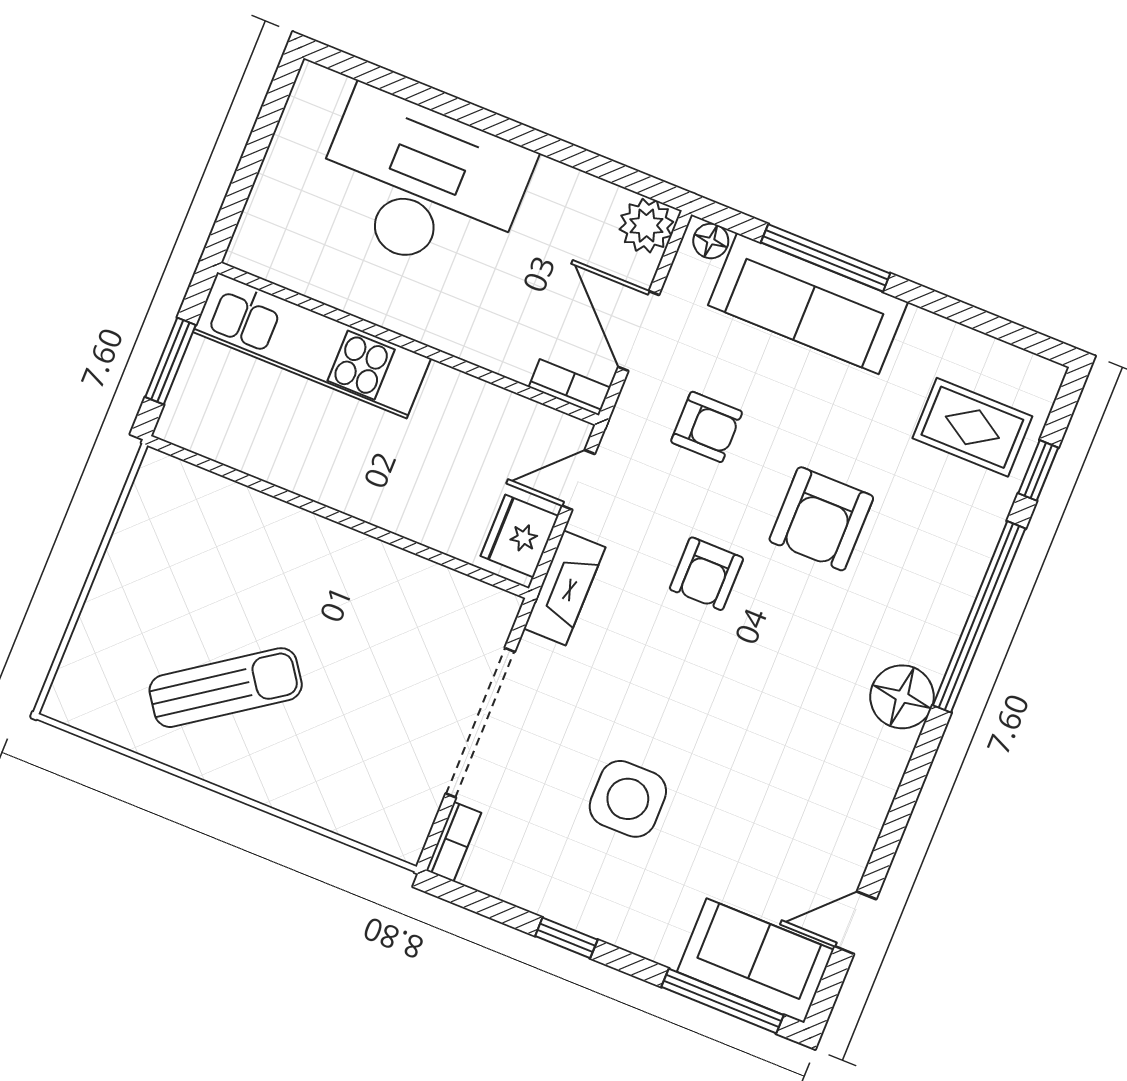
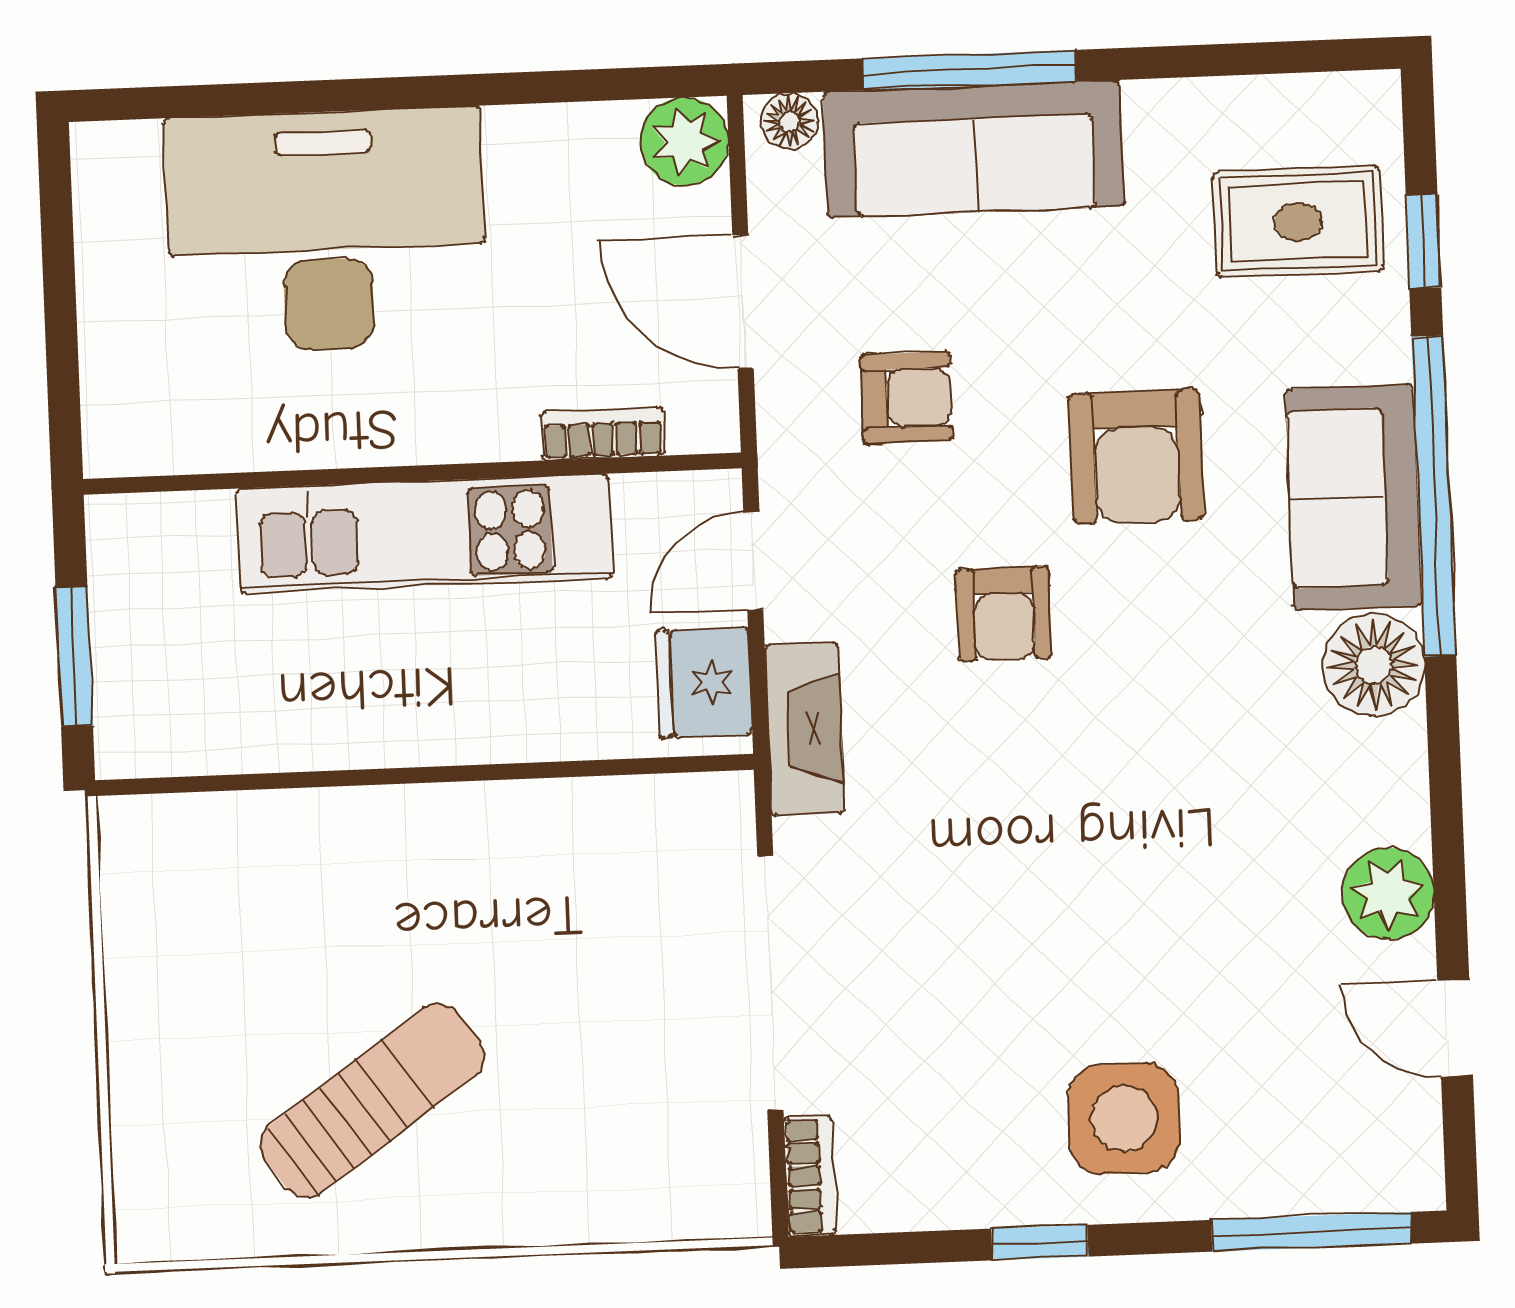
kitchen unit: (312, 345) -> (424, 534), moved
bookcase: (570, 387) -> (603, 433), moved
side table: (628, 799) -> (1124, 1118), moved
plant: (852, 830) -> (1388, 894), added
door: (856, 923) -> (1455, 1028), hinge flipped
sofa: (755, 961) -> (1354, 497), moved, turned -90

